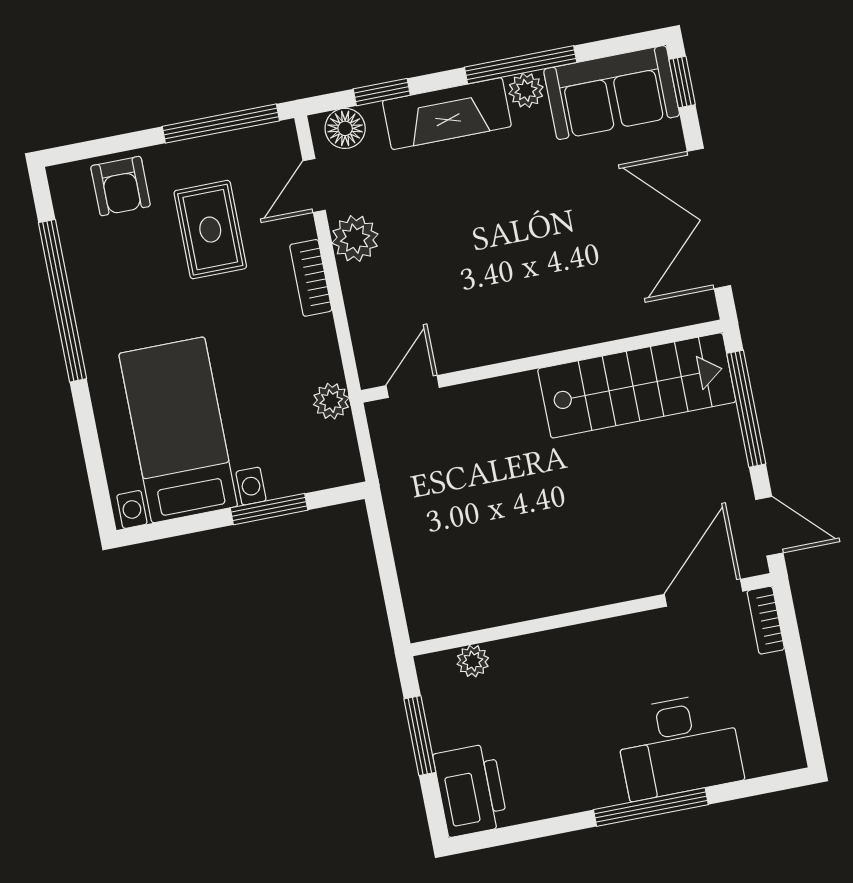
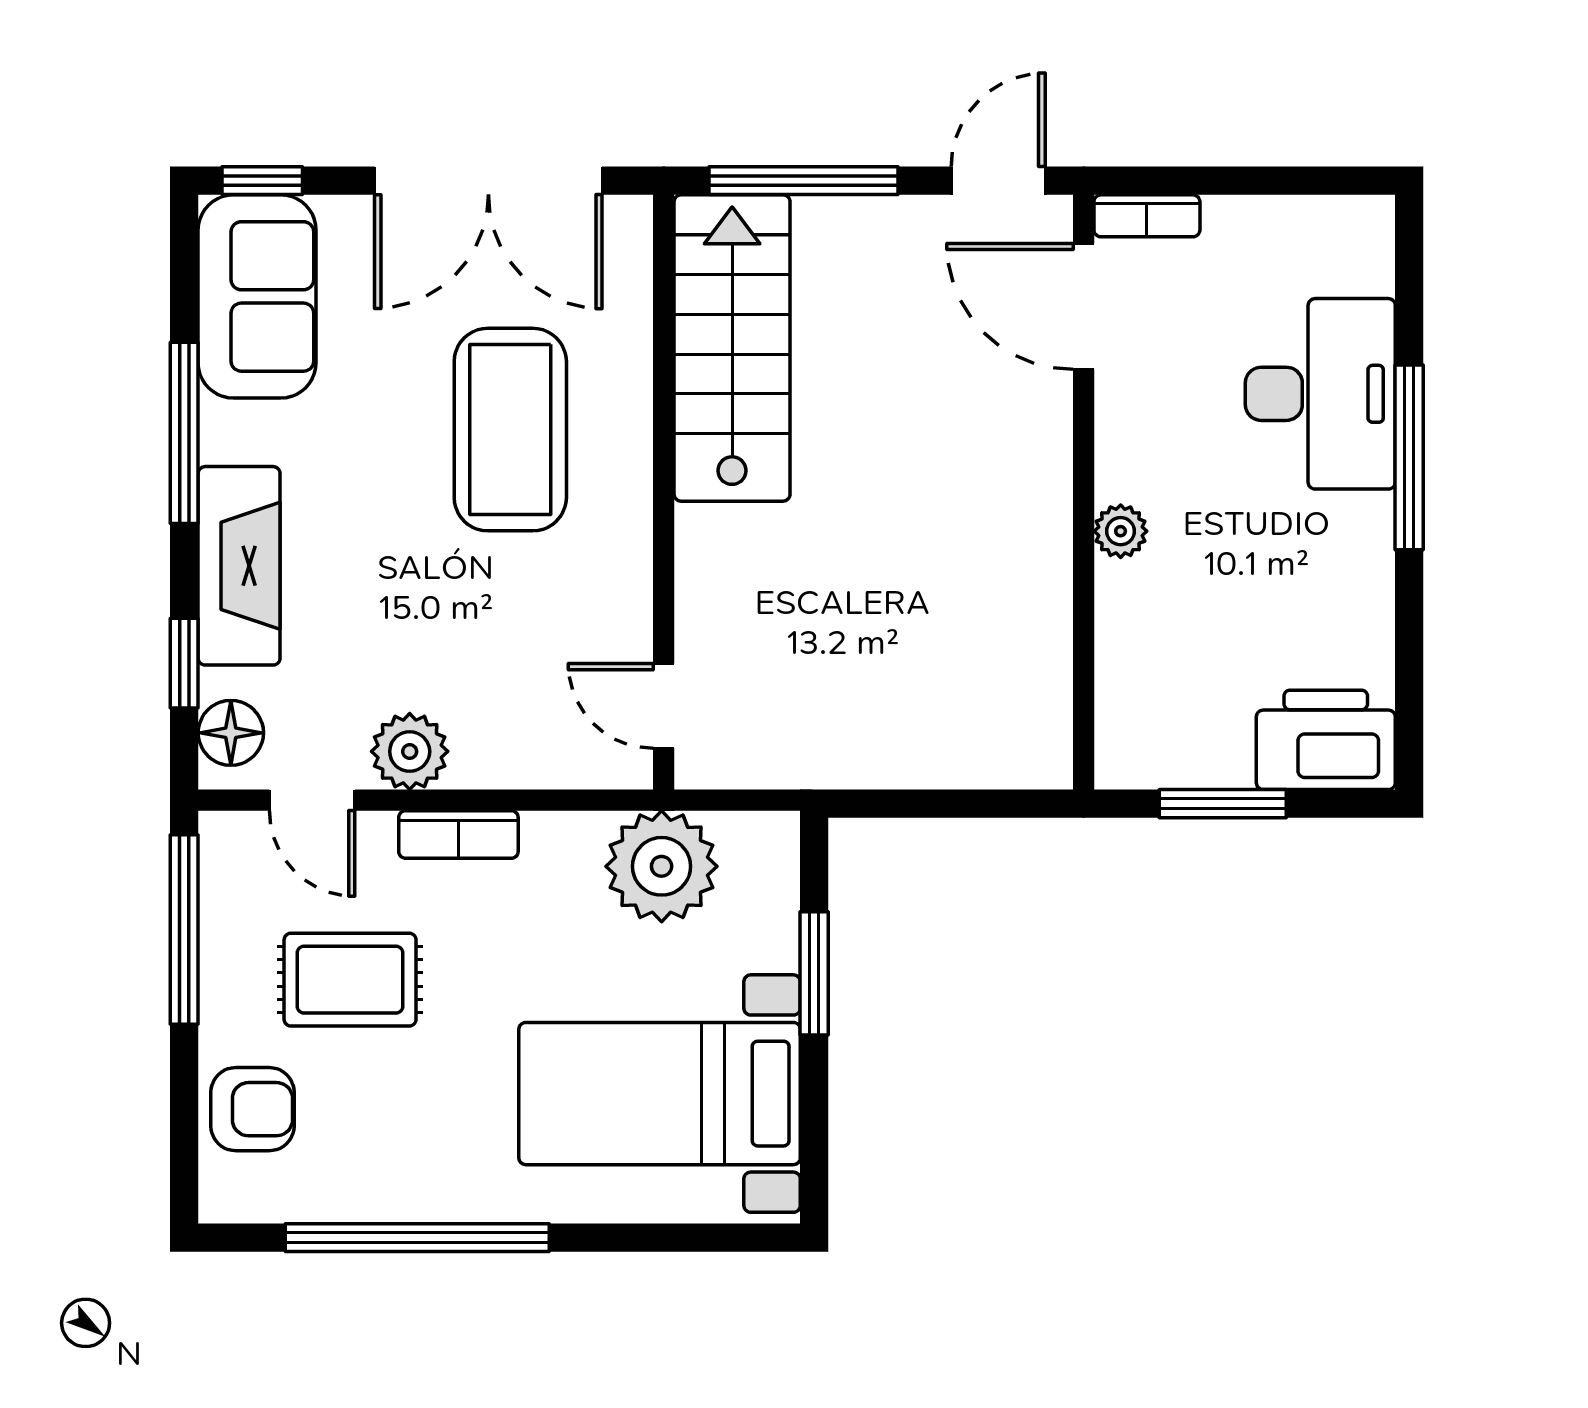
plant: (526, 90) -> (227, 432), removed
coffee table: (561, 261) -> (510, 430), added
plant: (331, 401) -> (662, 866), width x1.87, depth x1.87
plant: (473, 661) -> (1121, 531), moved

